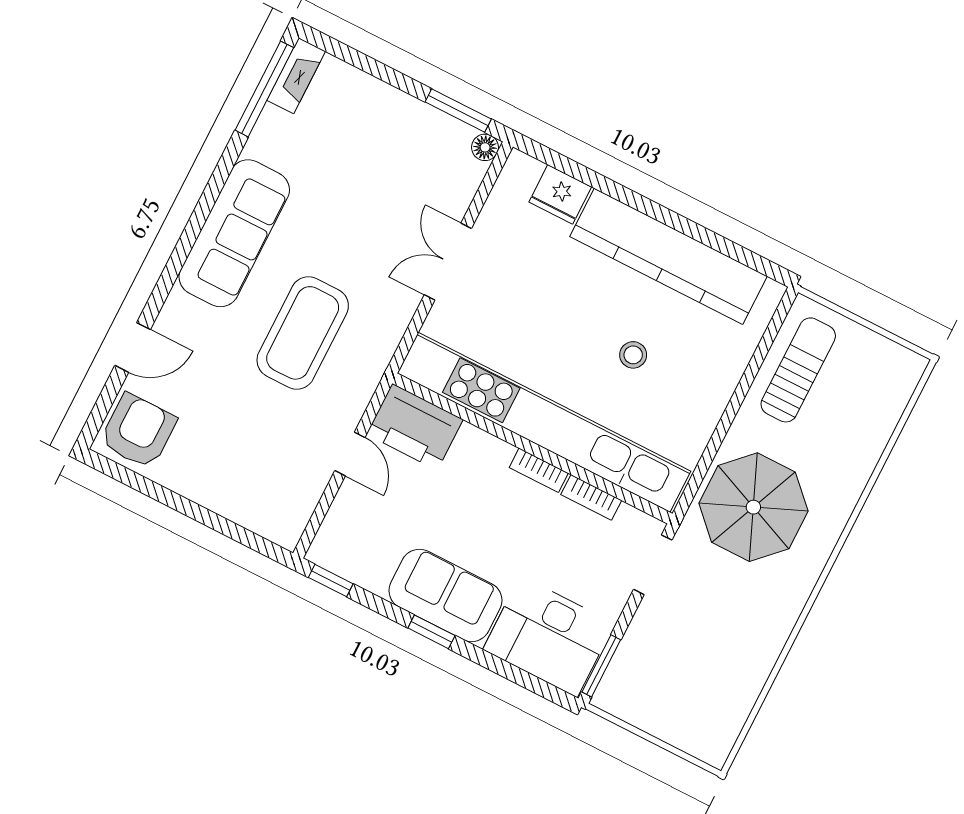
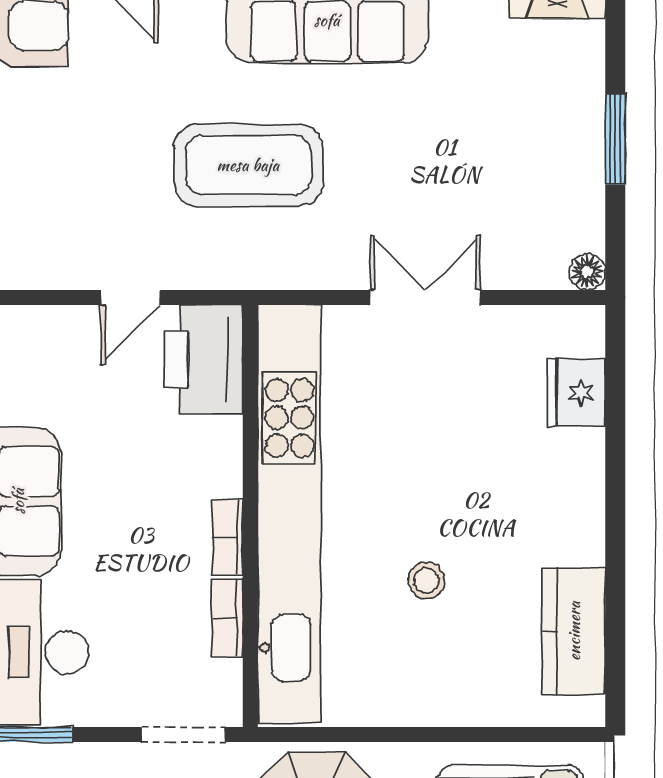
window: (458, 111) -> (615, 139), moved
kitchen counter: (668, 256) -> (574, 631), width x0.48, depth x0.86

